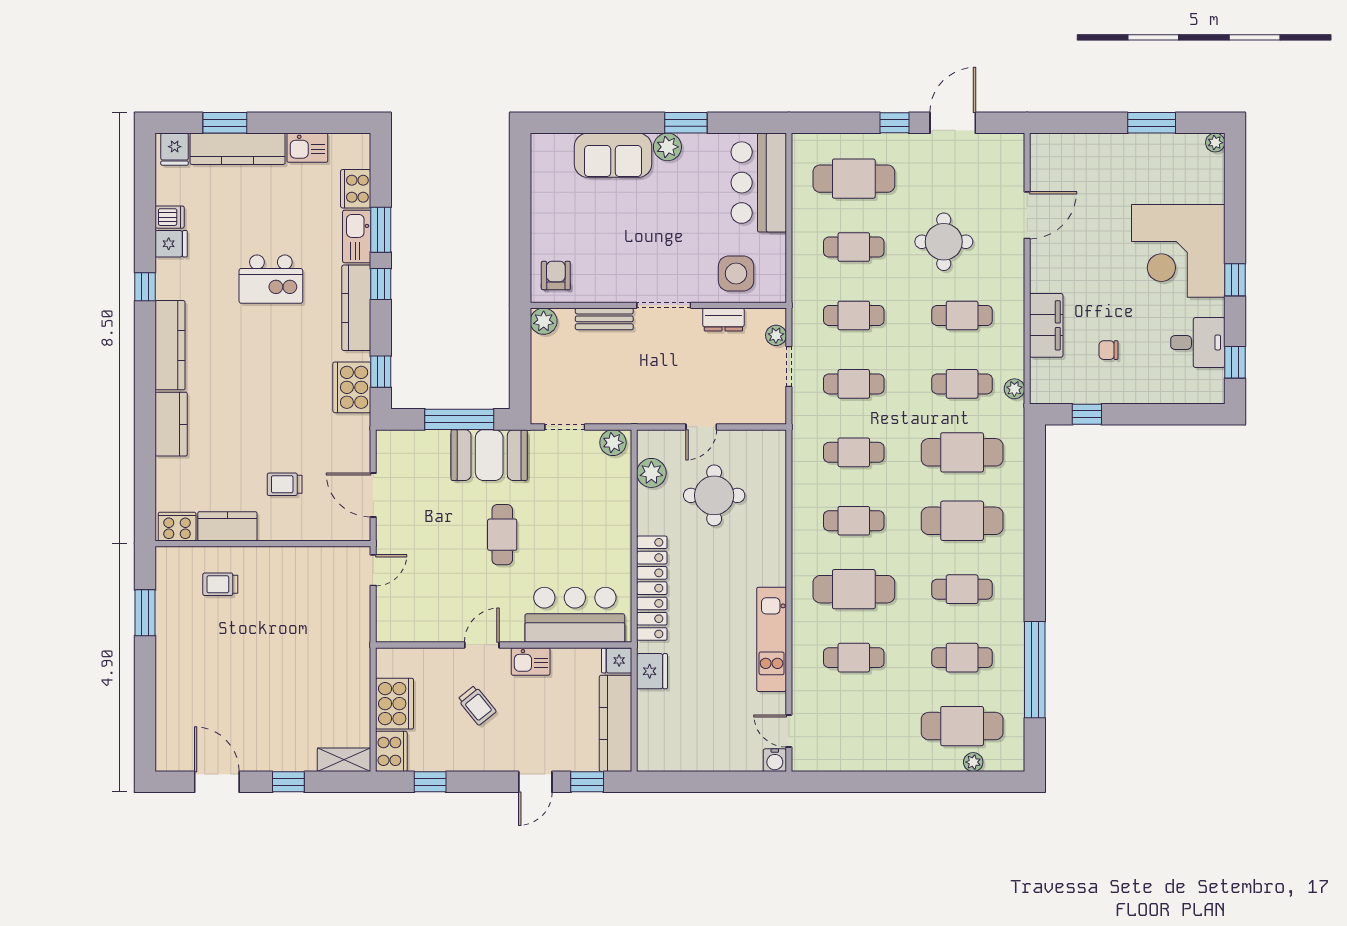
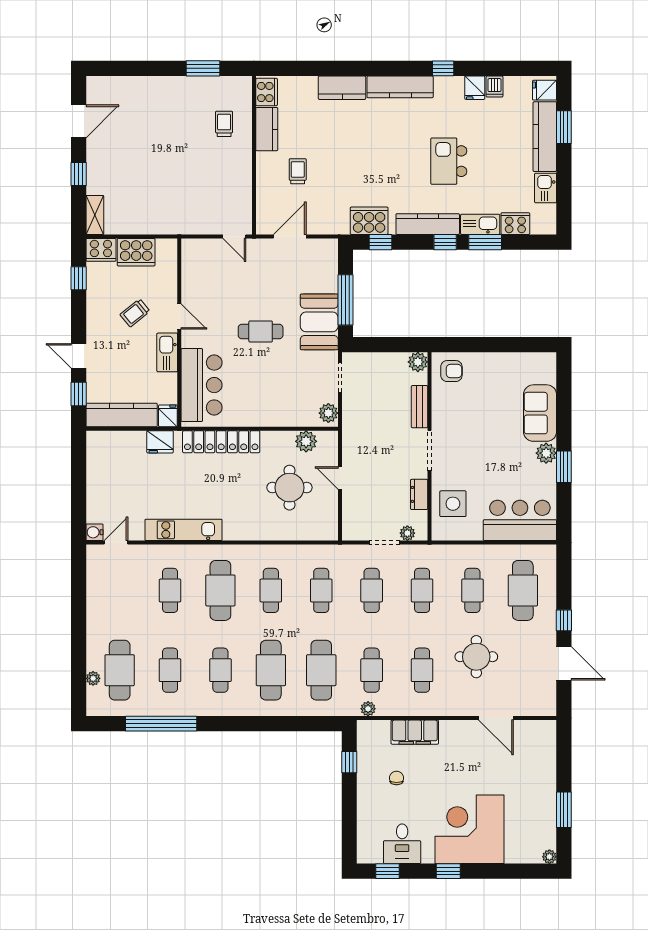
kitchen sink: (531, 661) -> (167, 352), width x1.38

